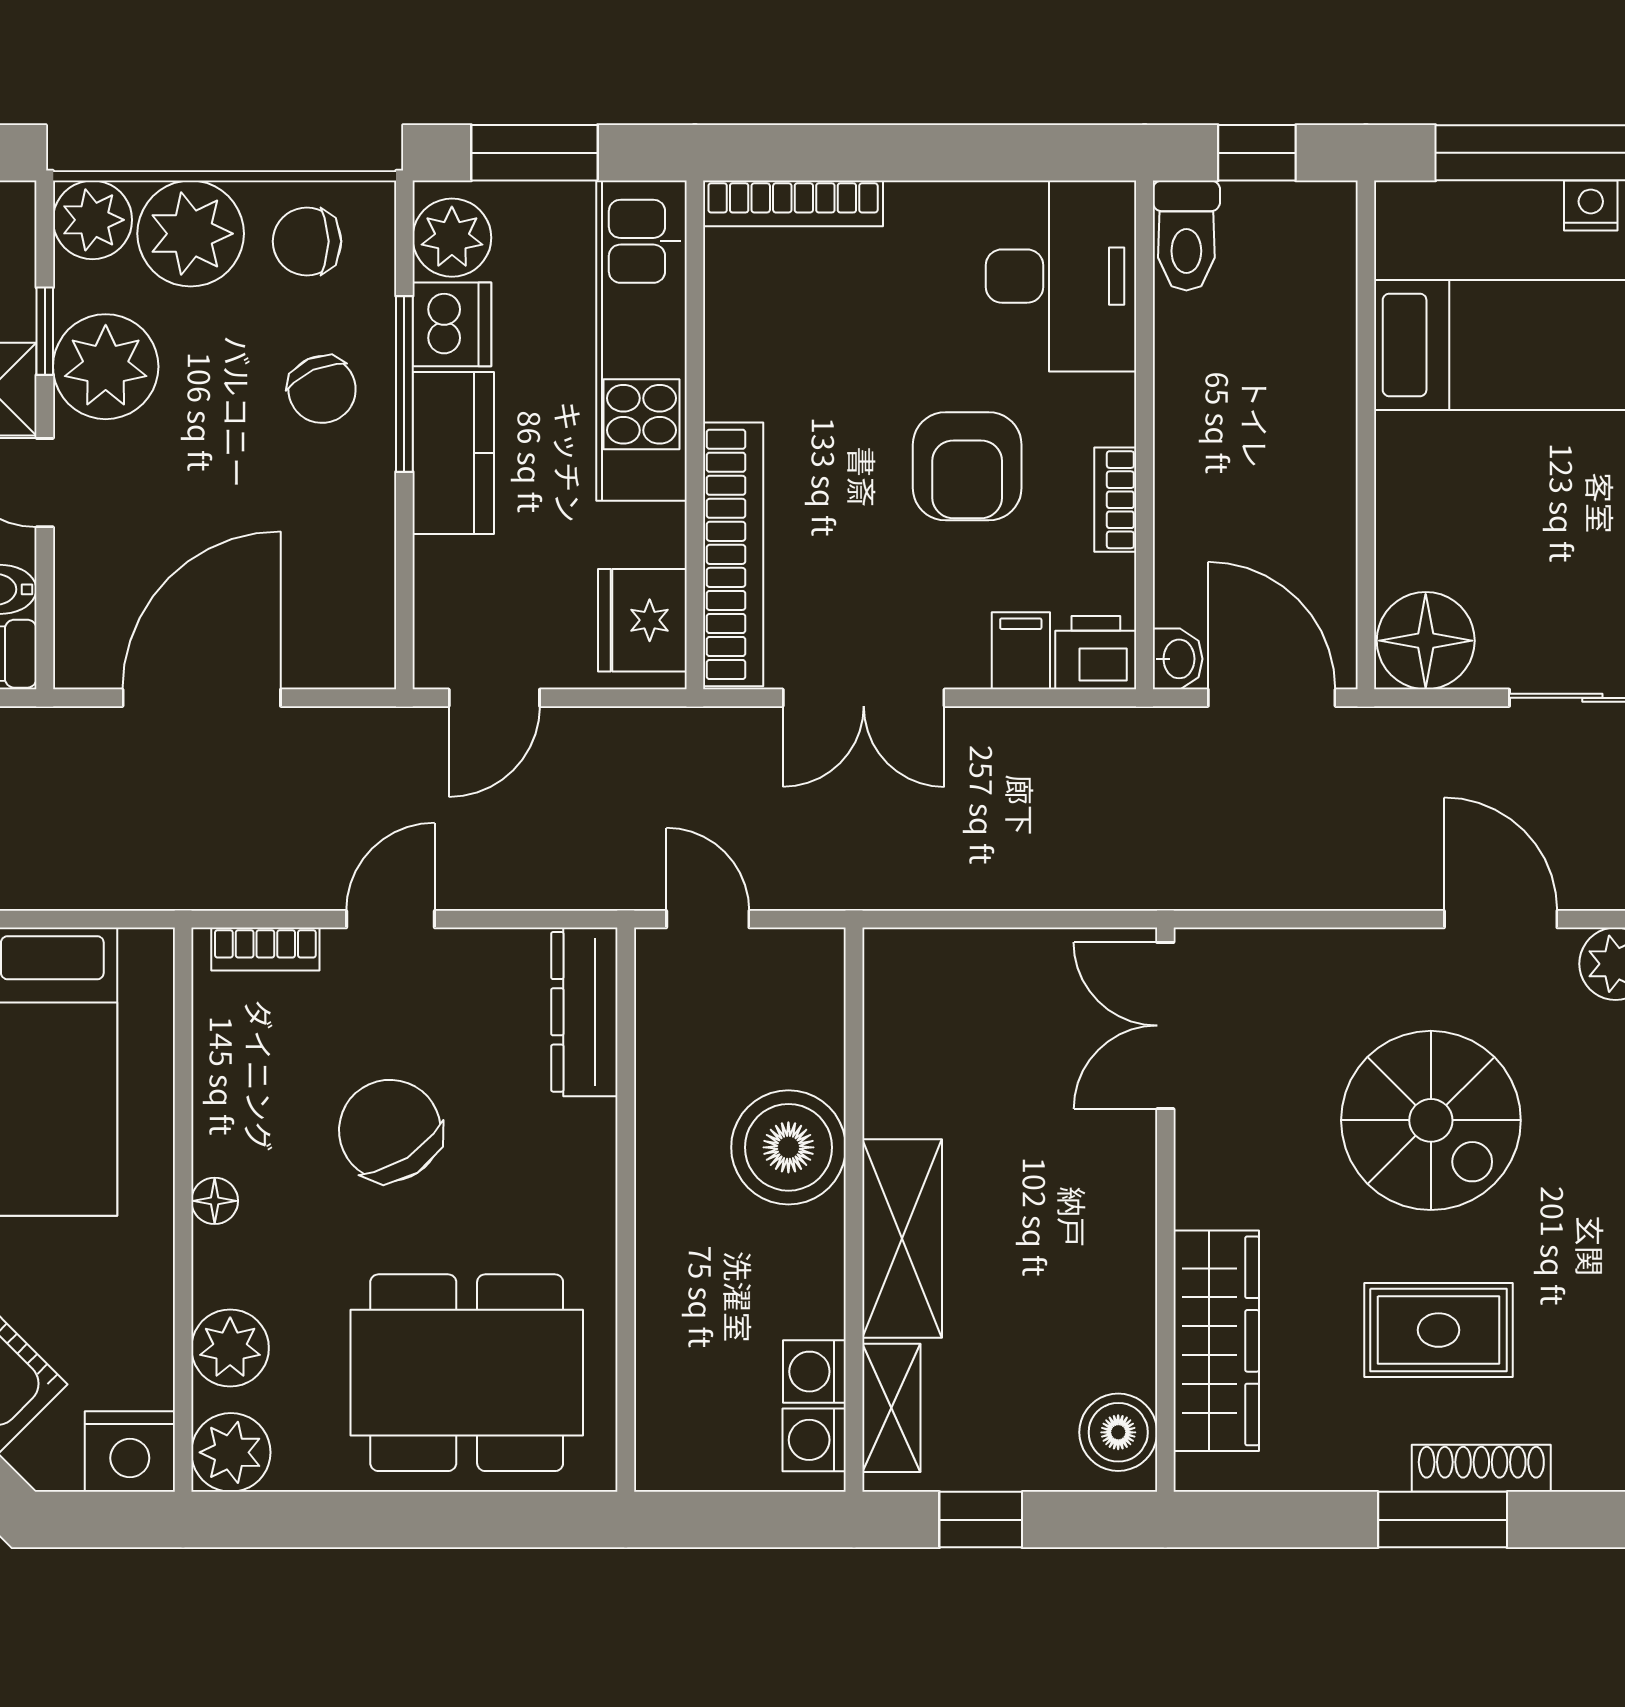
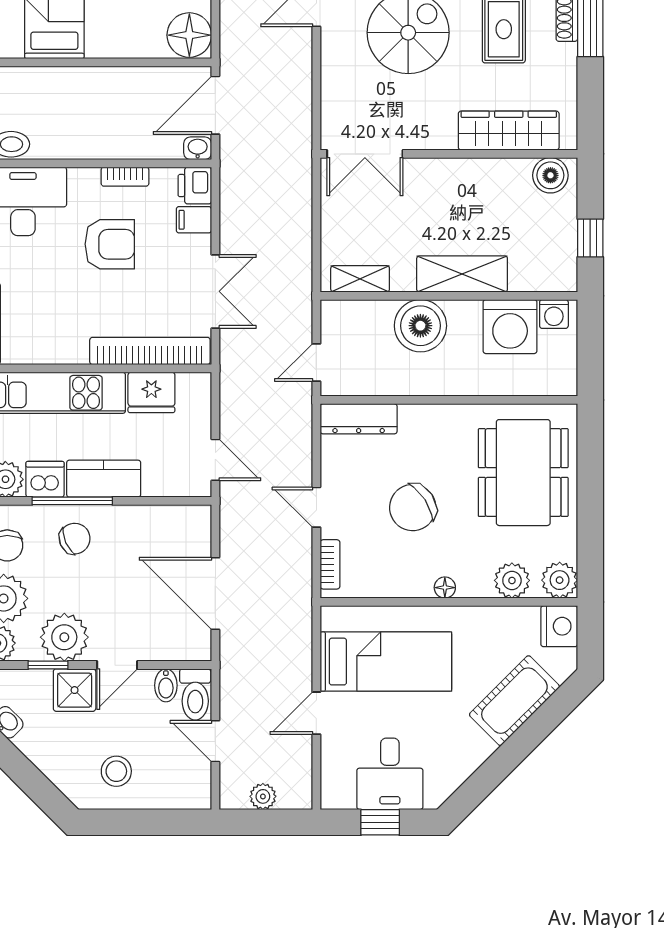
fridge: (642, 620) -> (151, 392), moved
washing machine: (814, 1372) -> (510, 327), width x1.89, depth x1.89
shelving: (891, 1408) -> (360, 279), moved

